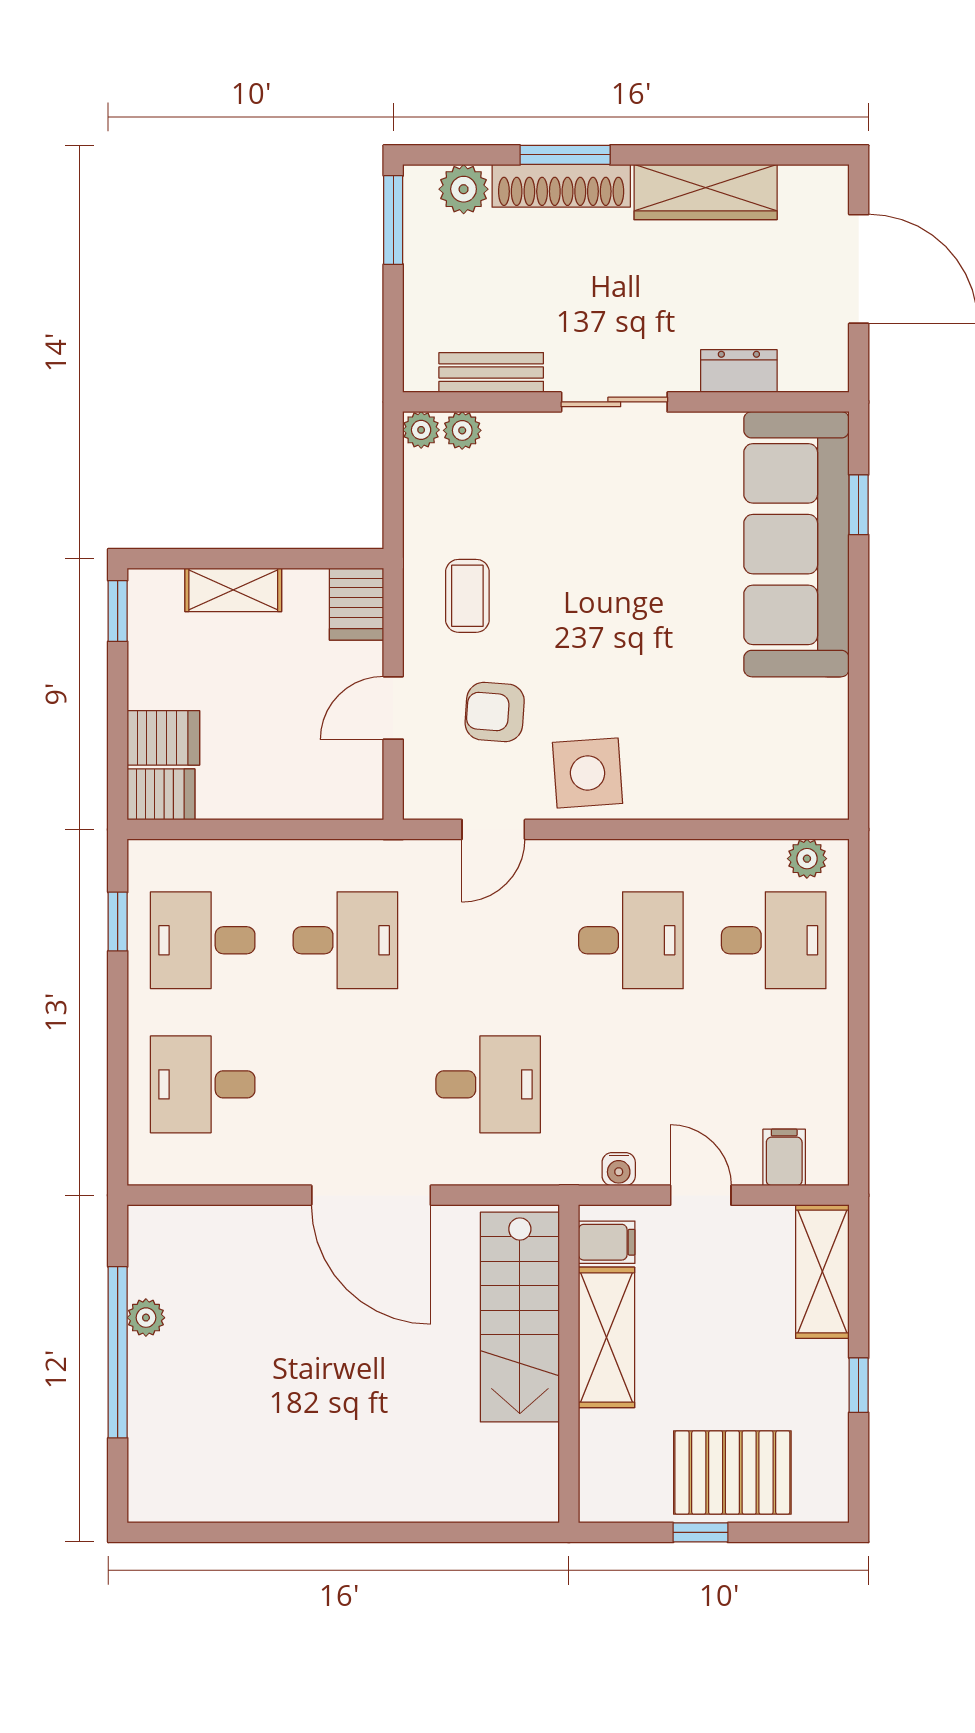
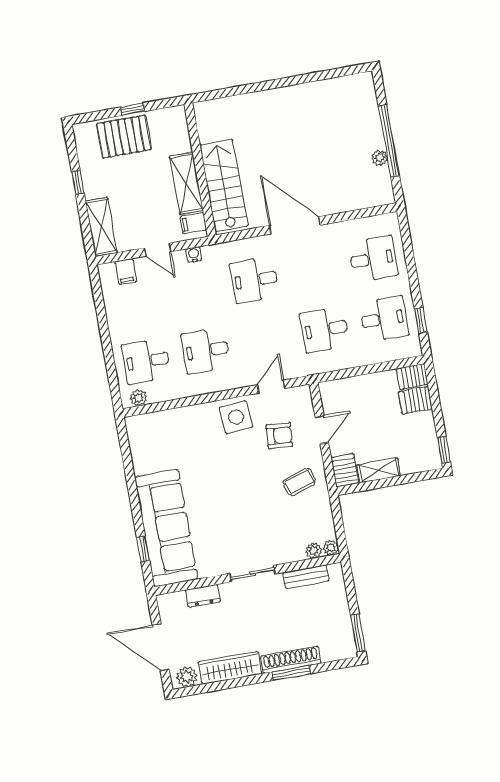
plant: (464, 189) -> (187, 677), moved
shelving: (233, 590) -> (379, 470), moved
coffee table: (467, 596) -> (299, 482), turned 72

